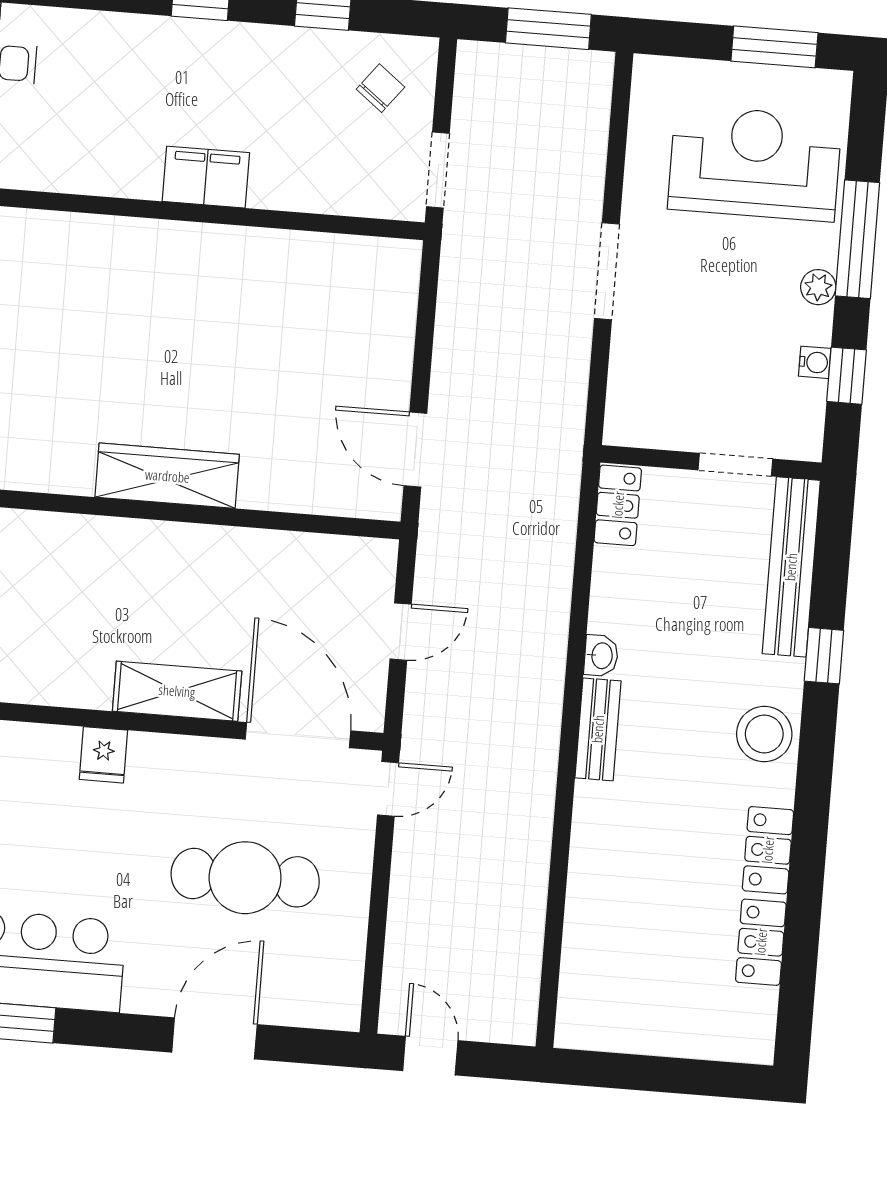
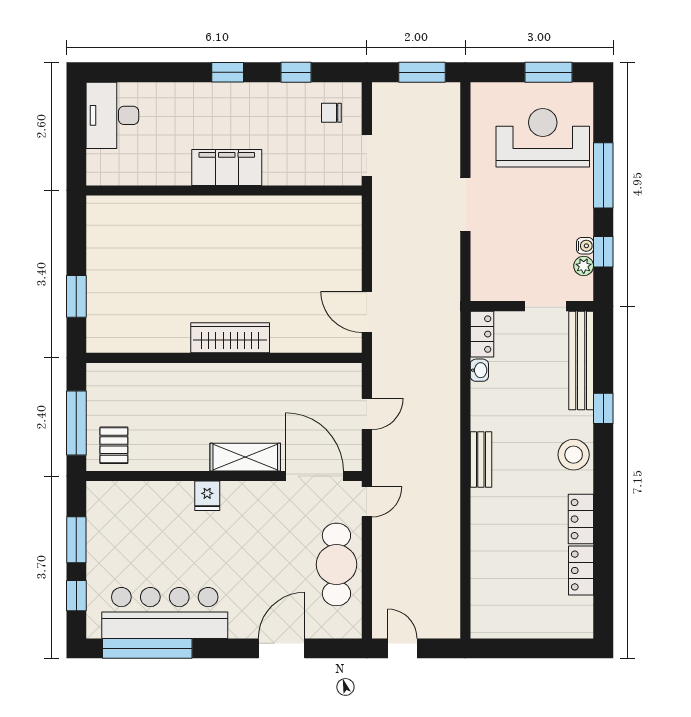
chair: (381, 88) -> (331, 113), turned -128
filing cabinet: (206, 177) -> (227, 167), width x1.50, depth x1.17
plant: (818, 287) -> (584, 266), moved
washbasin: (601, 656) -> (479, 370), moved
cafe table: (245, 878) -> (336, 564), moved, turned 90

